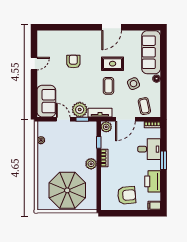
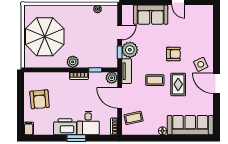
armchair: (73, 61) -> (173, 54), moved
side table: (133, 84) -> (201, 64), moved
sofa: (46, 101) -> (151, 15), moved
printer: (153, 181) -> (65, 127), moved

